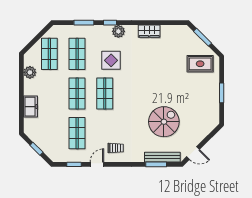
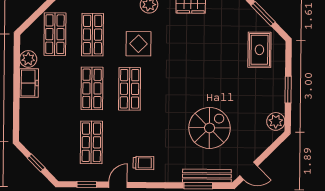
rug: (200, 64) -> (259, 50), turned 90
freezer: (31, 107) -> (29, 83), moved
plant: (213, 116) -> (276, 121), added

